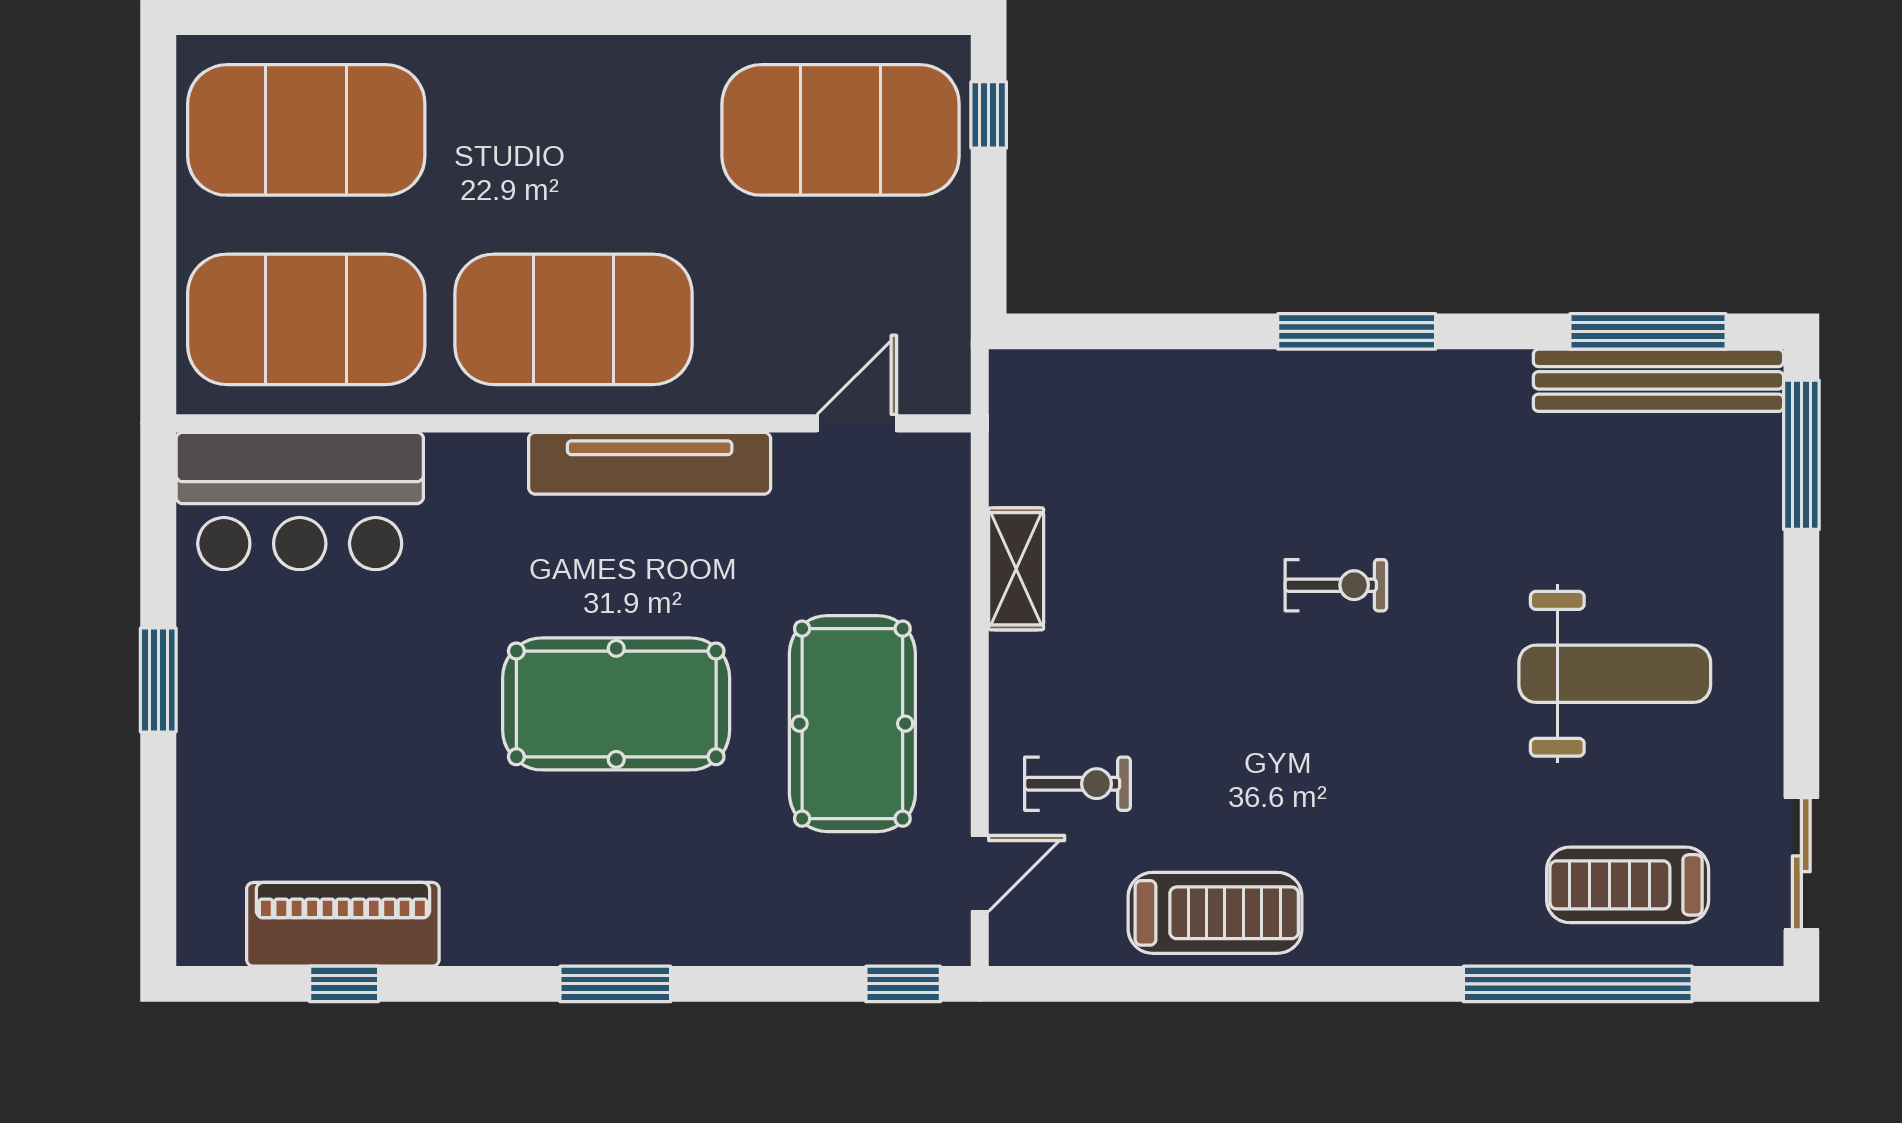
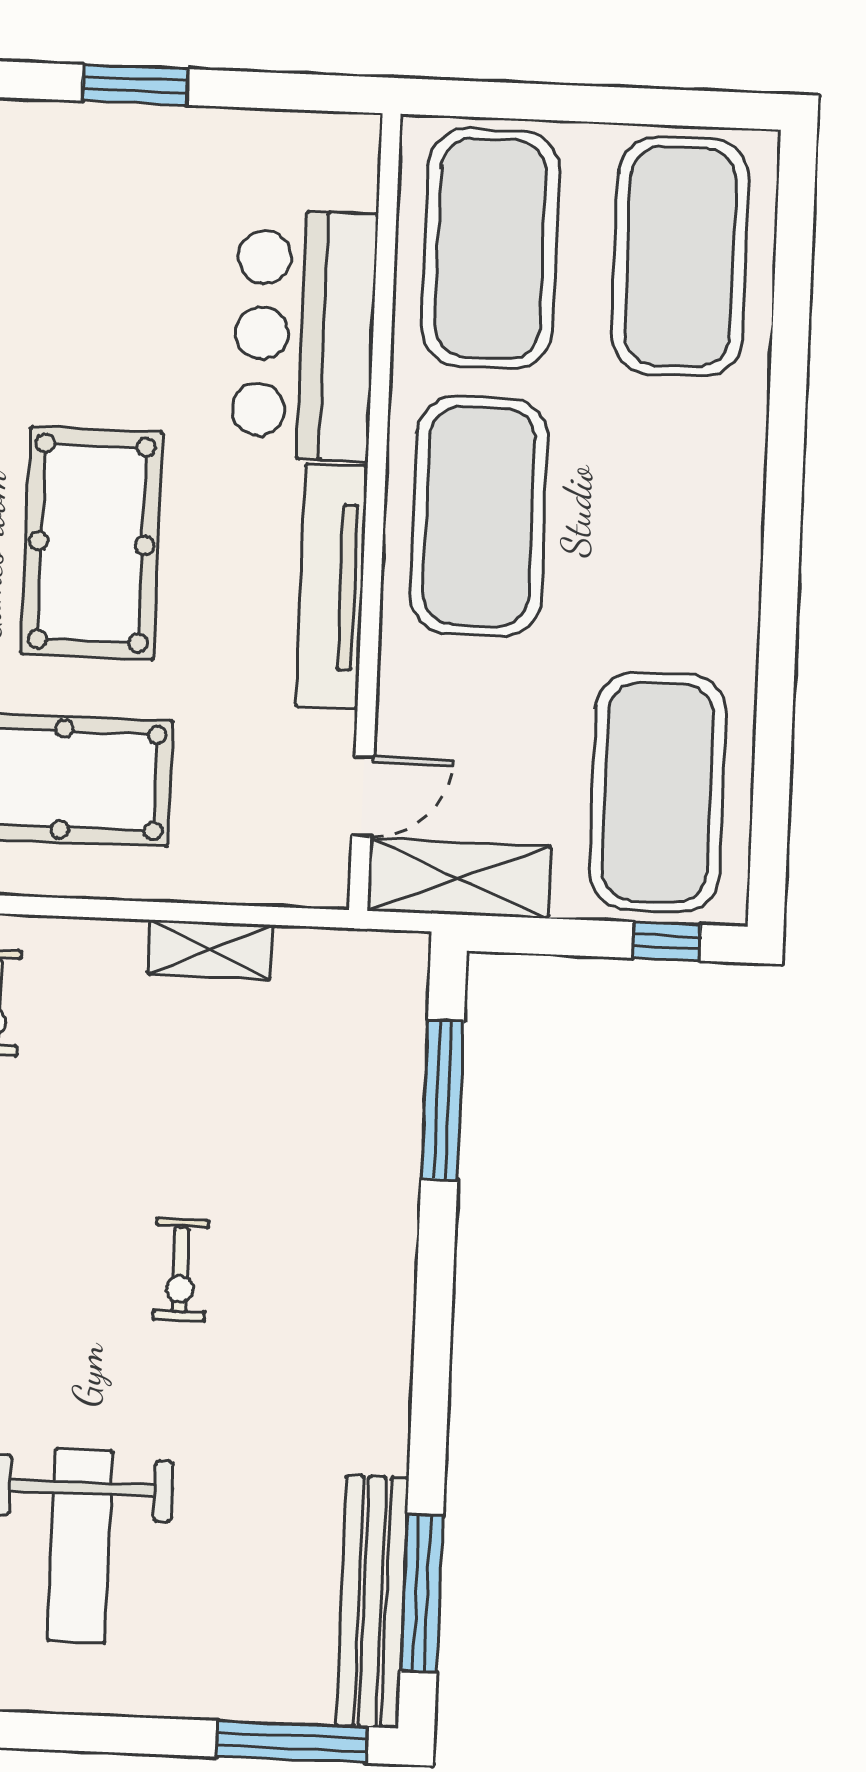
shelving: (935, 324) -> (459, 878), added
window: (1357, 331) -> (443, 1100), moved
door: (857, 423) -> (363, 796), hinge flipped
bar counter: (300, 501) -> (304, 335), moved

